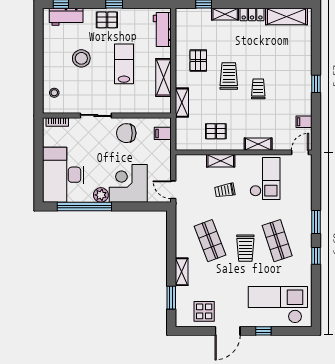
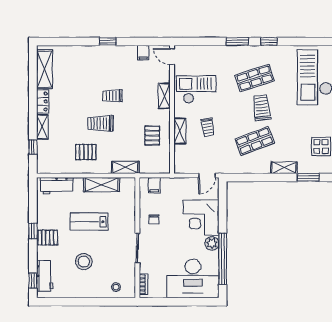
pallet: (107, 20) -> (48, 238), turned 90
chair: (126, 133) -> (154, 220), width x0.54, depth x0.54
trolley: (245, 248) -> (262, 108), turned -97

